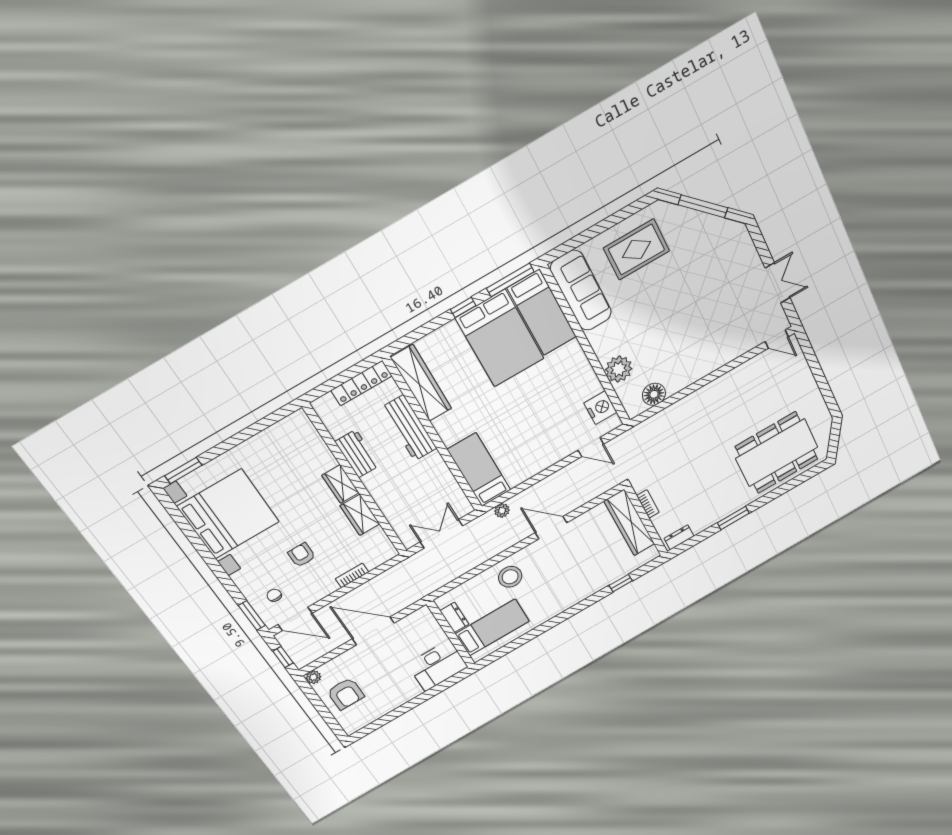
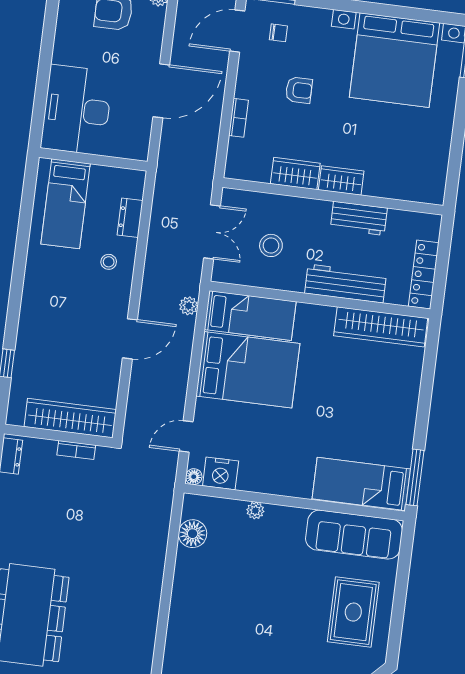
window: (463, 307) -> (423, 417), removed
bed: (500, 338) -> (248, 370), moved, turned 180
plant: (619, 369) -> (255, 511), width x0.53, depth x0.53
floor lamp: (615, 422) -> (194, 477), added
stool: (421, 493) -> (271, 245), added
stool: (510, 577) -> (109, 262), width x0.53, depth x0.53
dresser: (454, 617) -> (130, 218), moved, turned 90
desk: (437, 666) -> (77, 110), width x1.36, depth x1.30

